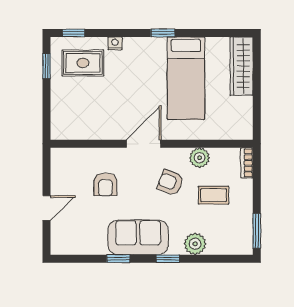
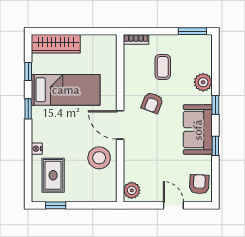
window: (74, 33) -> (28, 72), moved
stool: (104, 118) -> (99, 158), added
plant: (200, 158) -> (132, 190), moved
armchair: (105, 184) -> (199, 184), moved, turned -87

